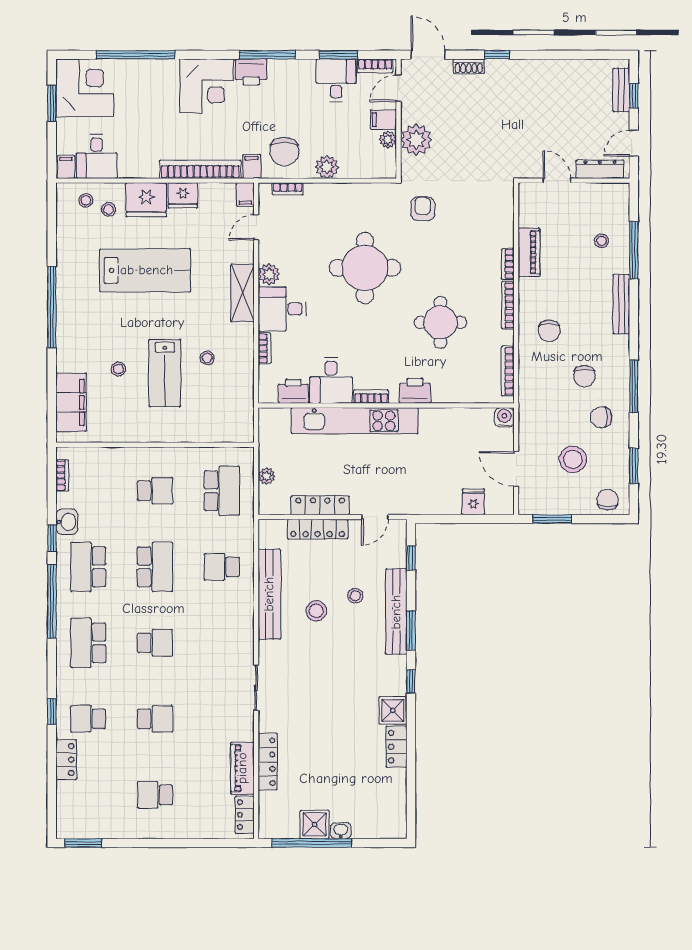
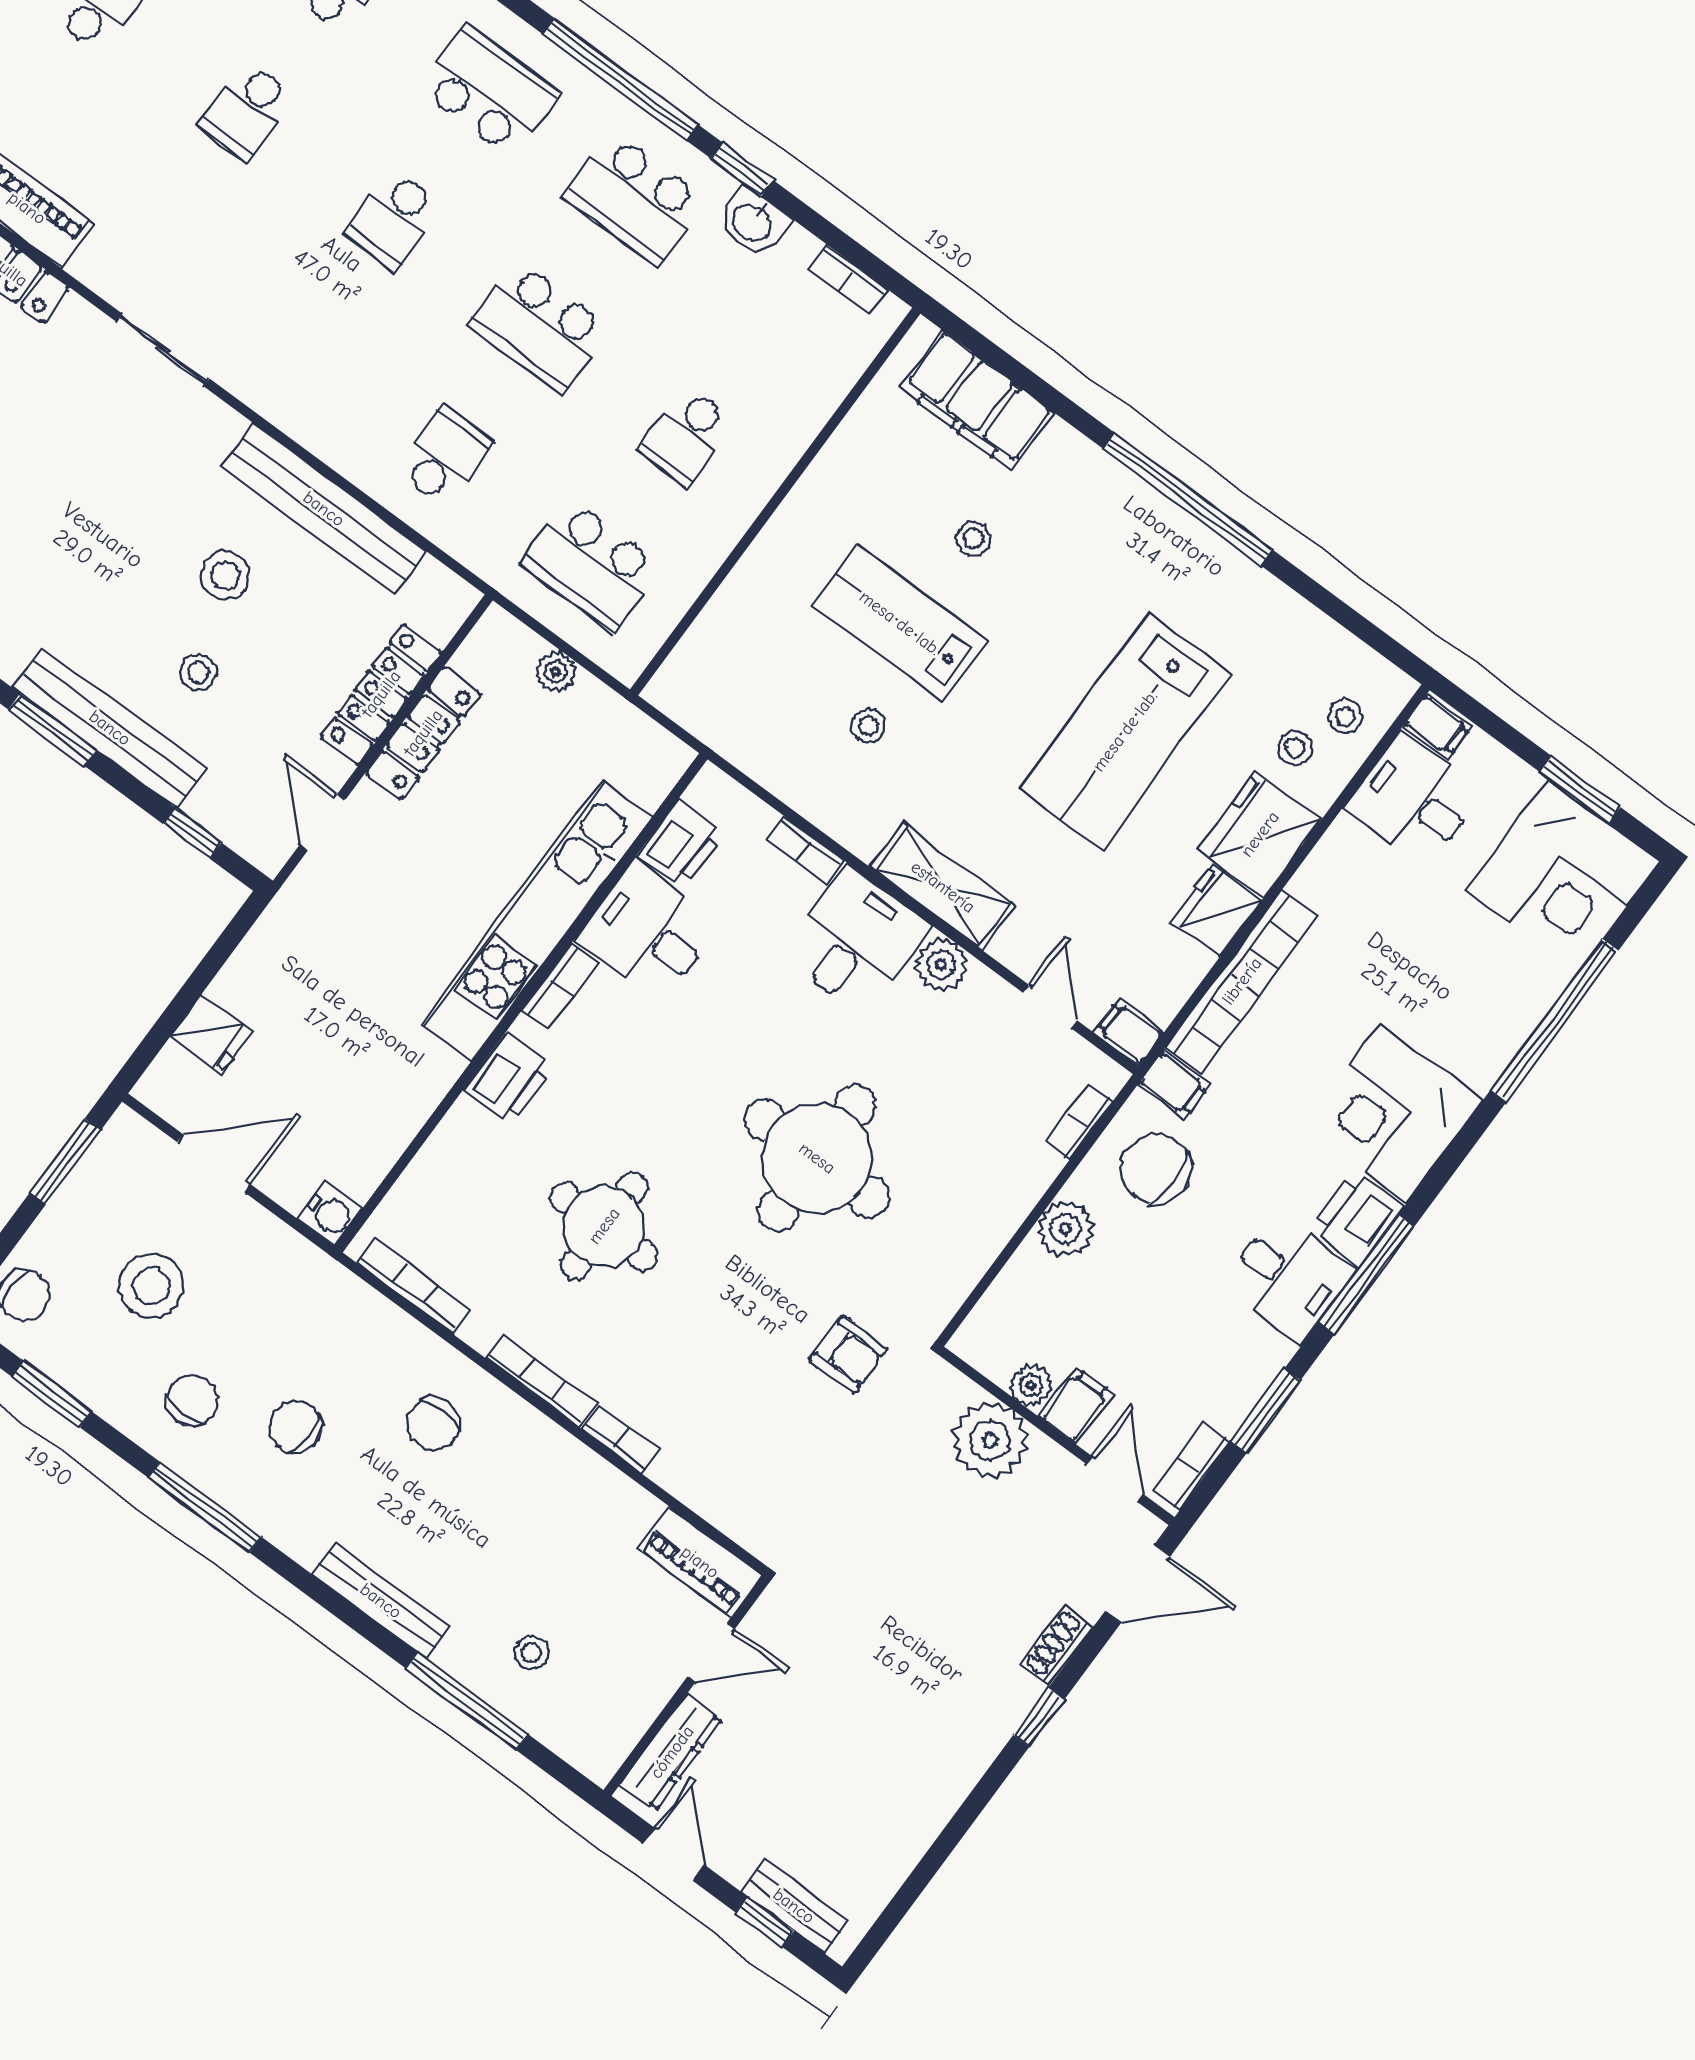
desk: (336, 80) -> (1288, 1278), moved
piano: (529, 252) -> (700, 1562), moved
chair: (549, 331) -> (433, 1424), turned -90
school desk: (88, 567) -> (635, 199), turned 180

